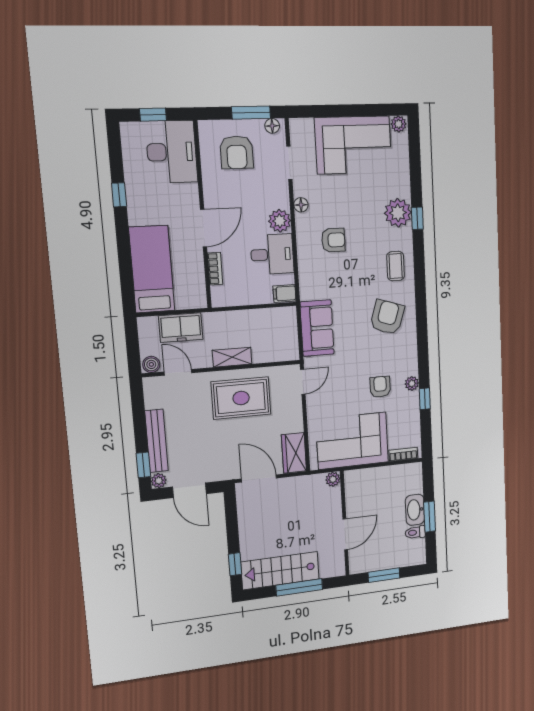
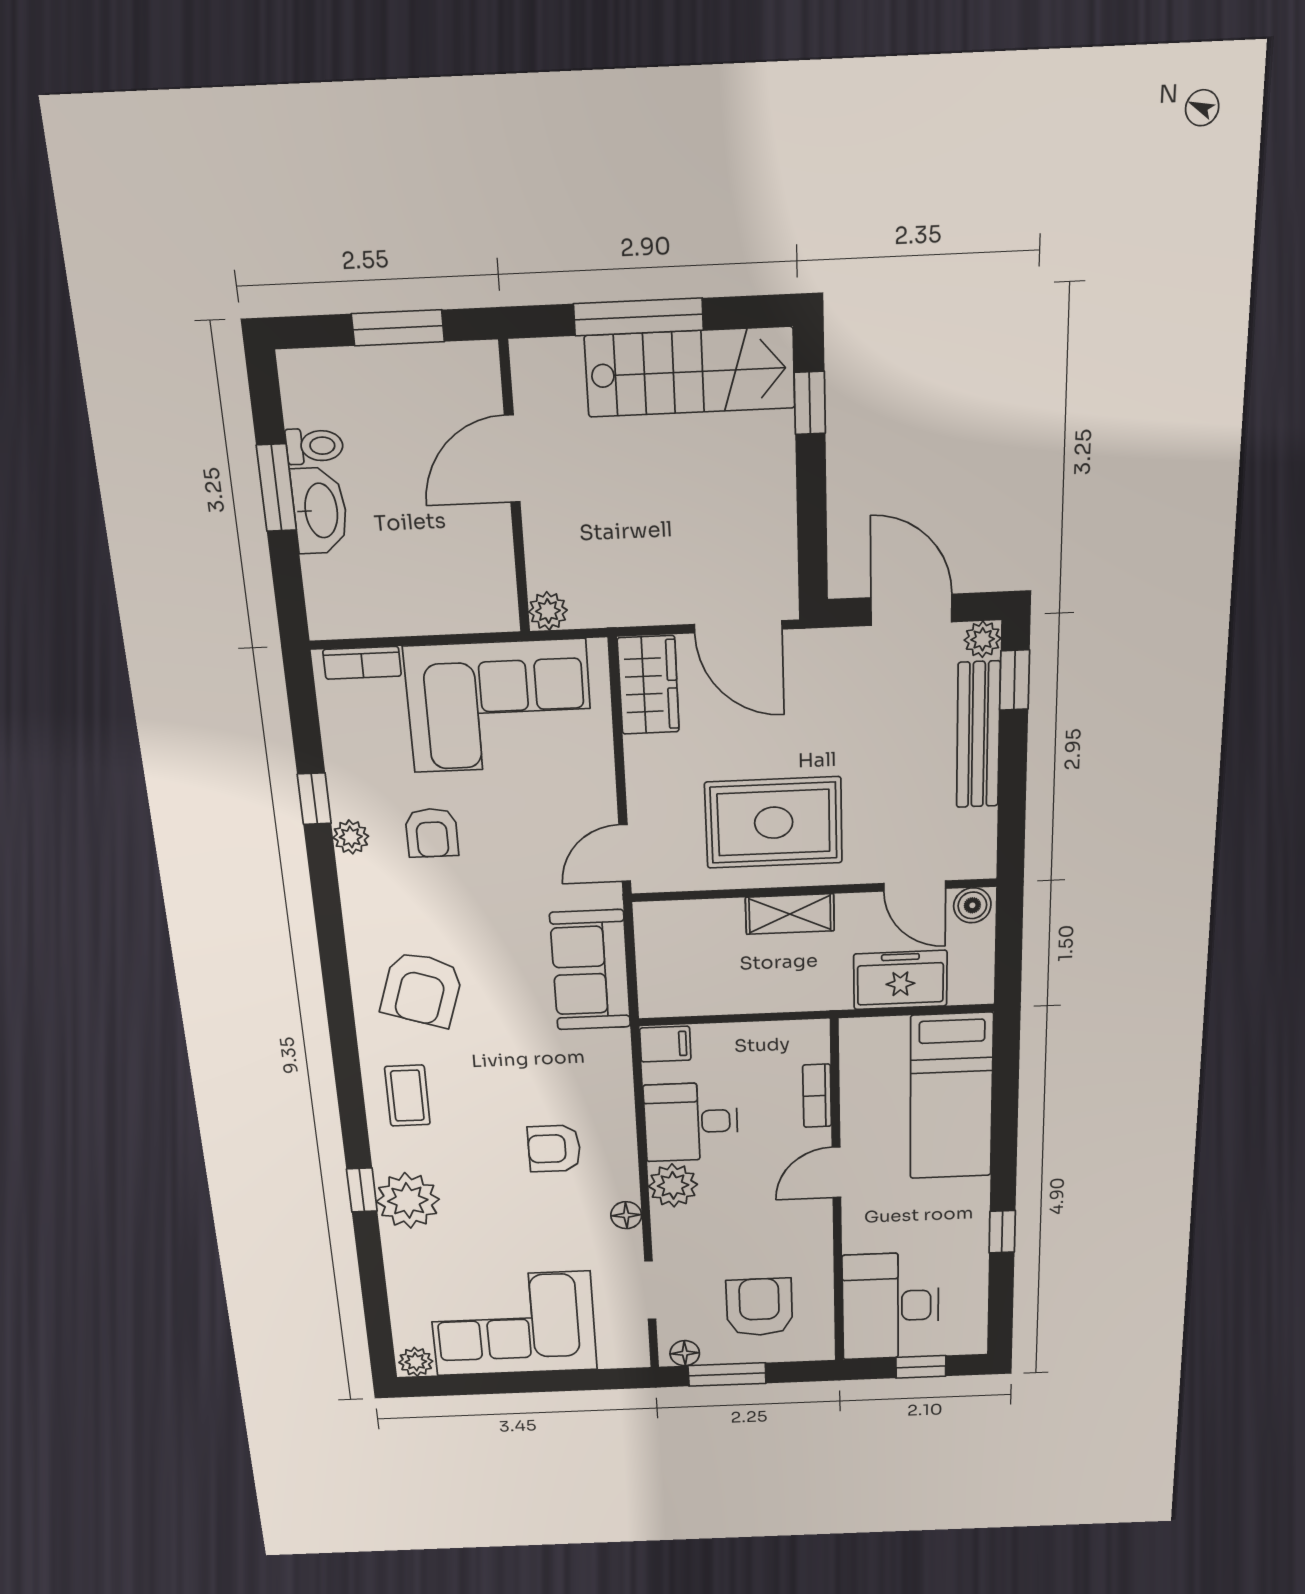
door: (203, 228) -> (836, 1172), width x0.73

